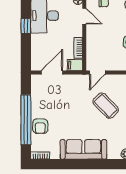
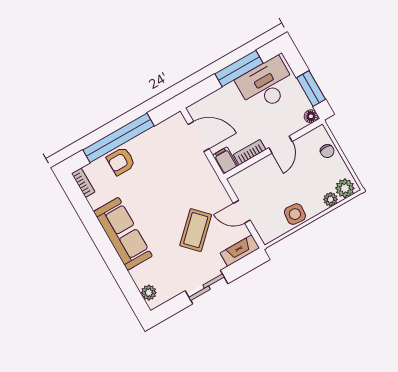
door: (84, 16) -> (281, 145), moved
window: (26, 26) -> (239, 69), width x2.17
door: (97, 73) -> (242, 212), moved

